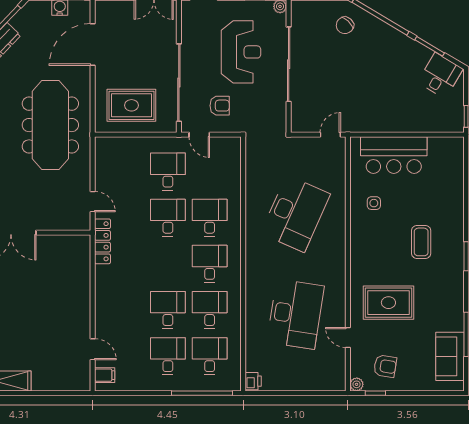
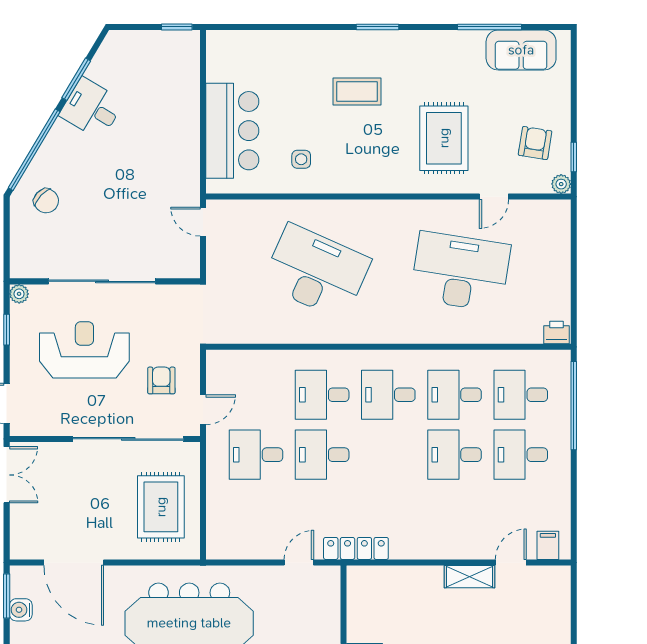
desk: (440, 75) -> (92, 108), moved
shelving: (83, 320) -> (469, 577), added

